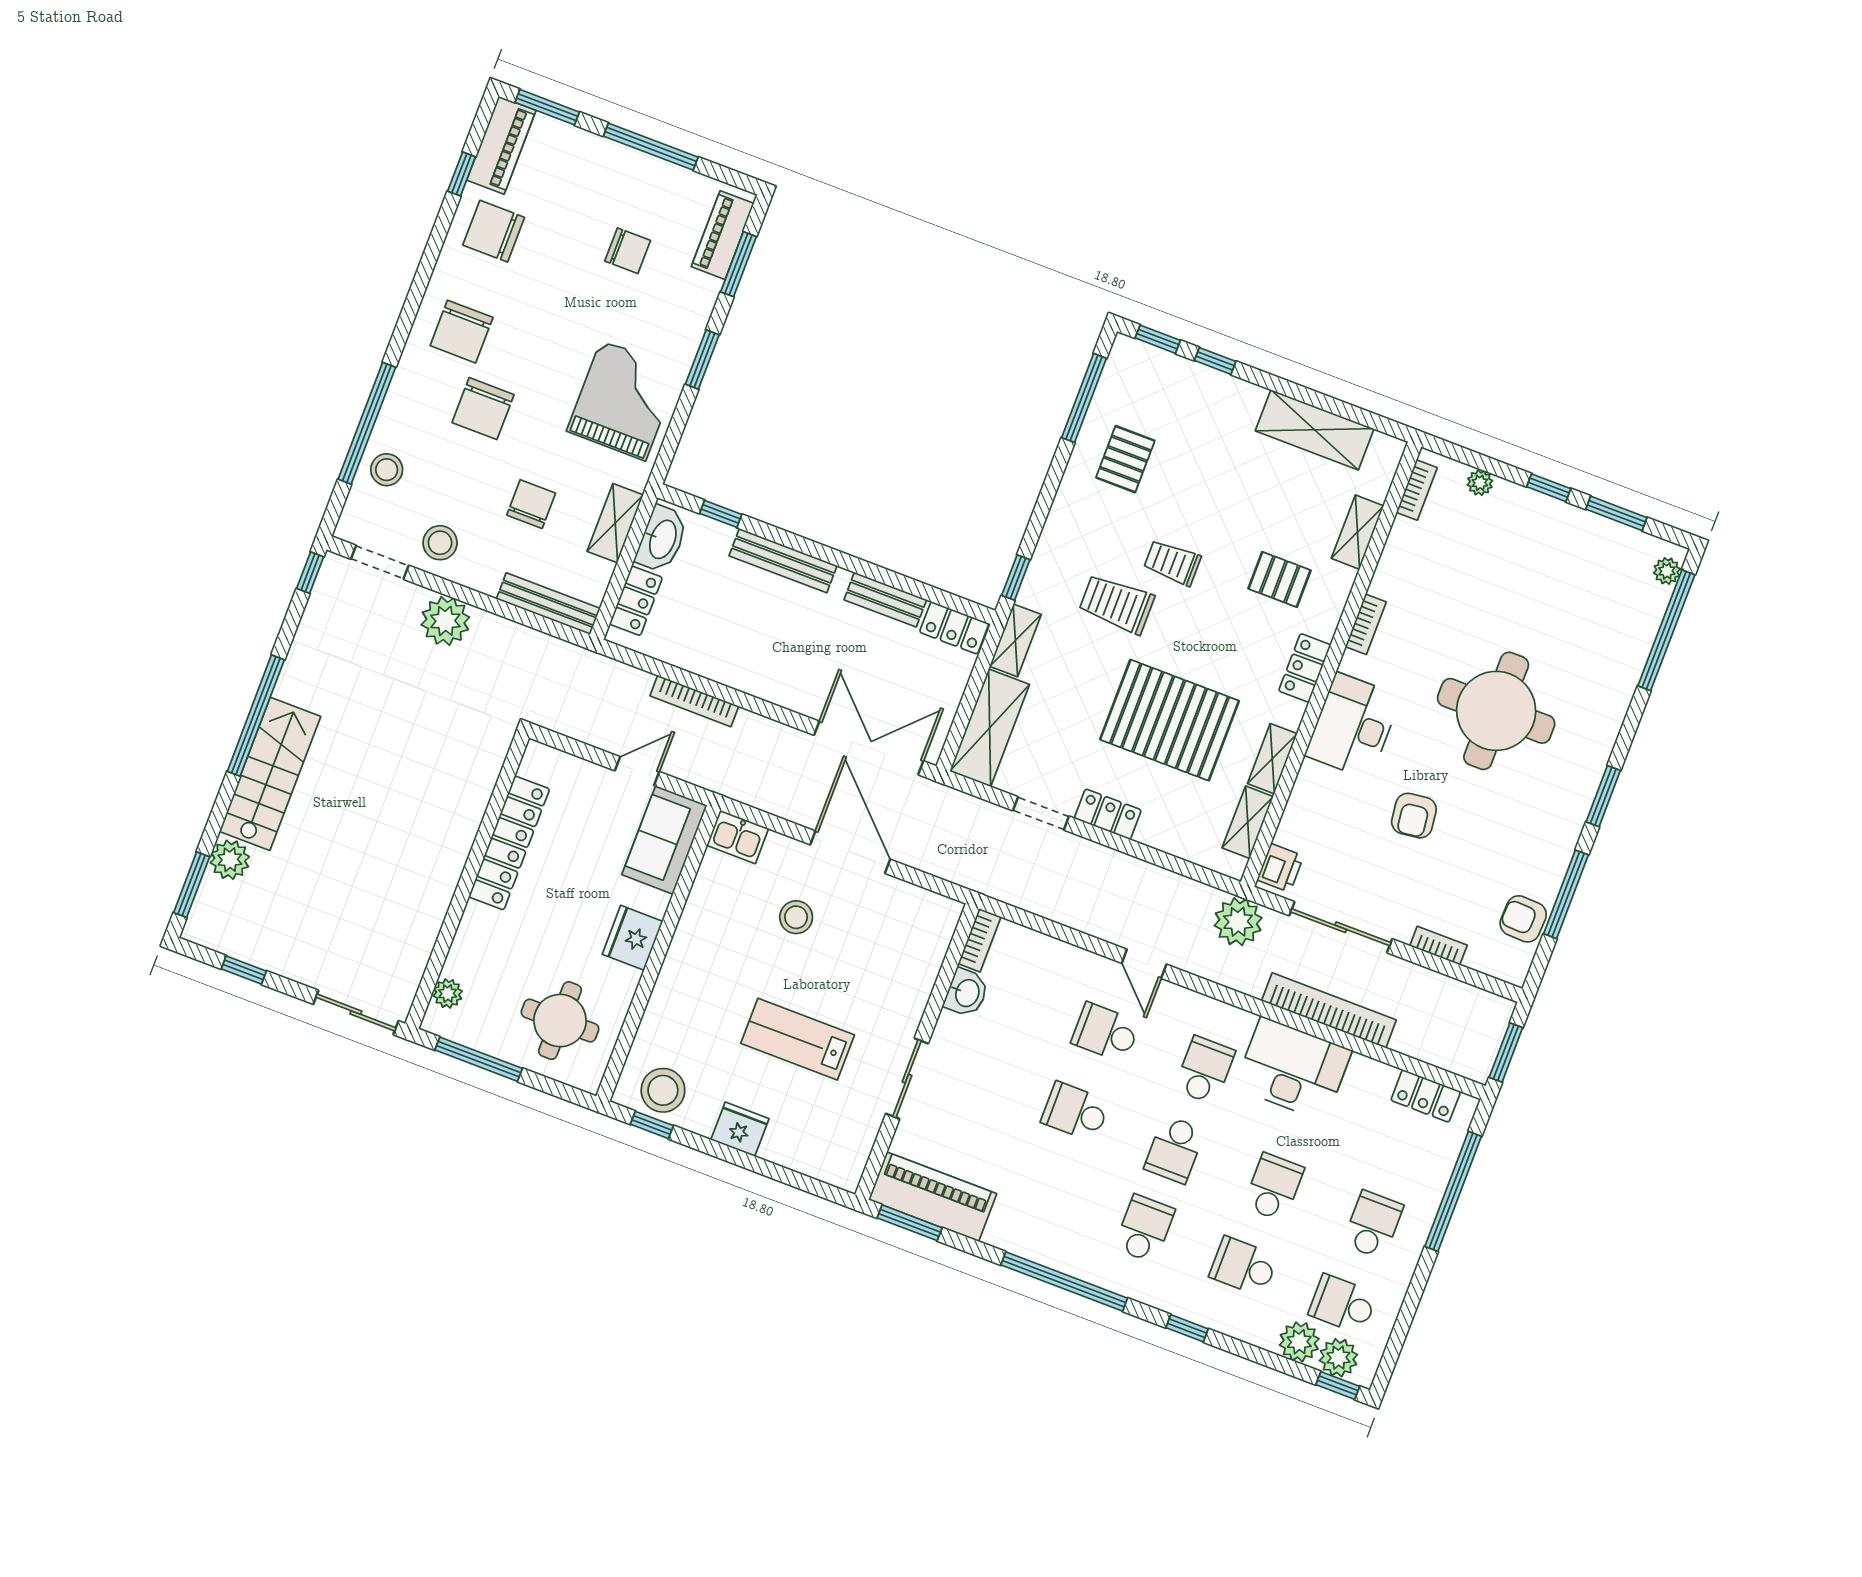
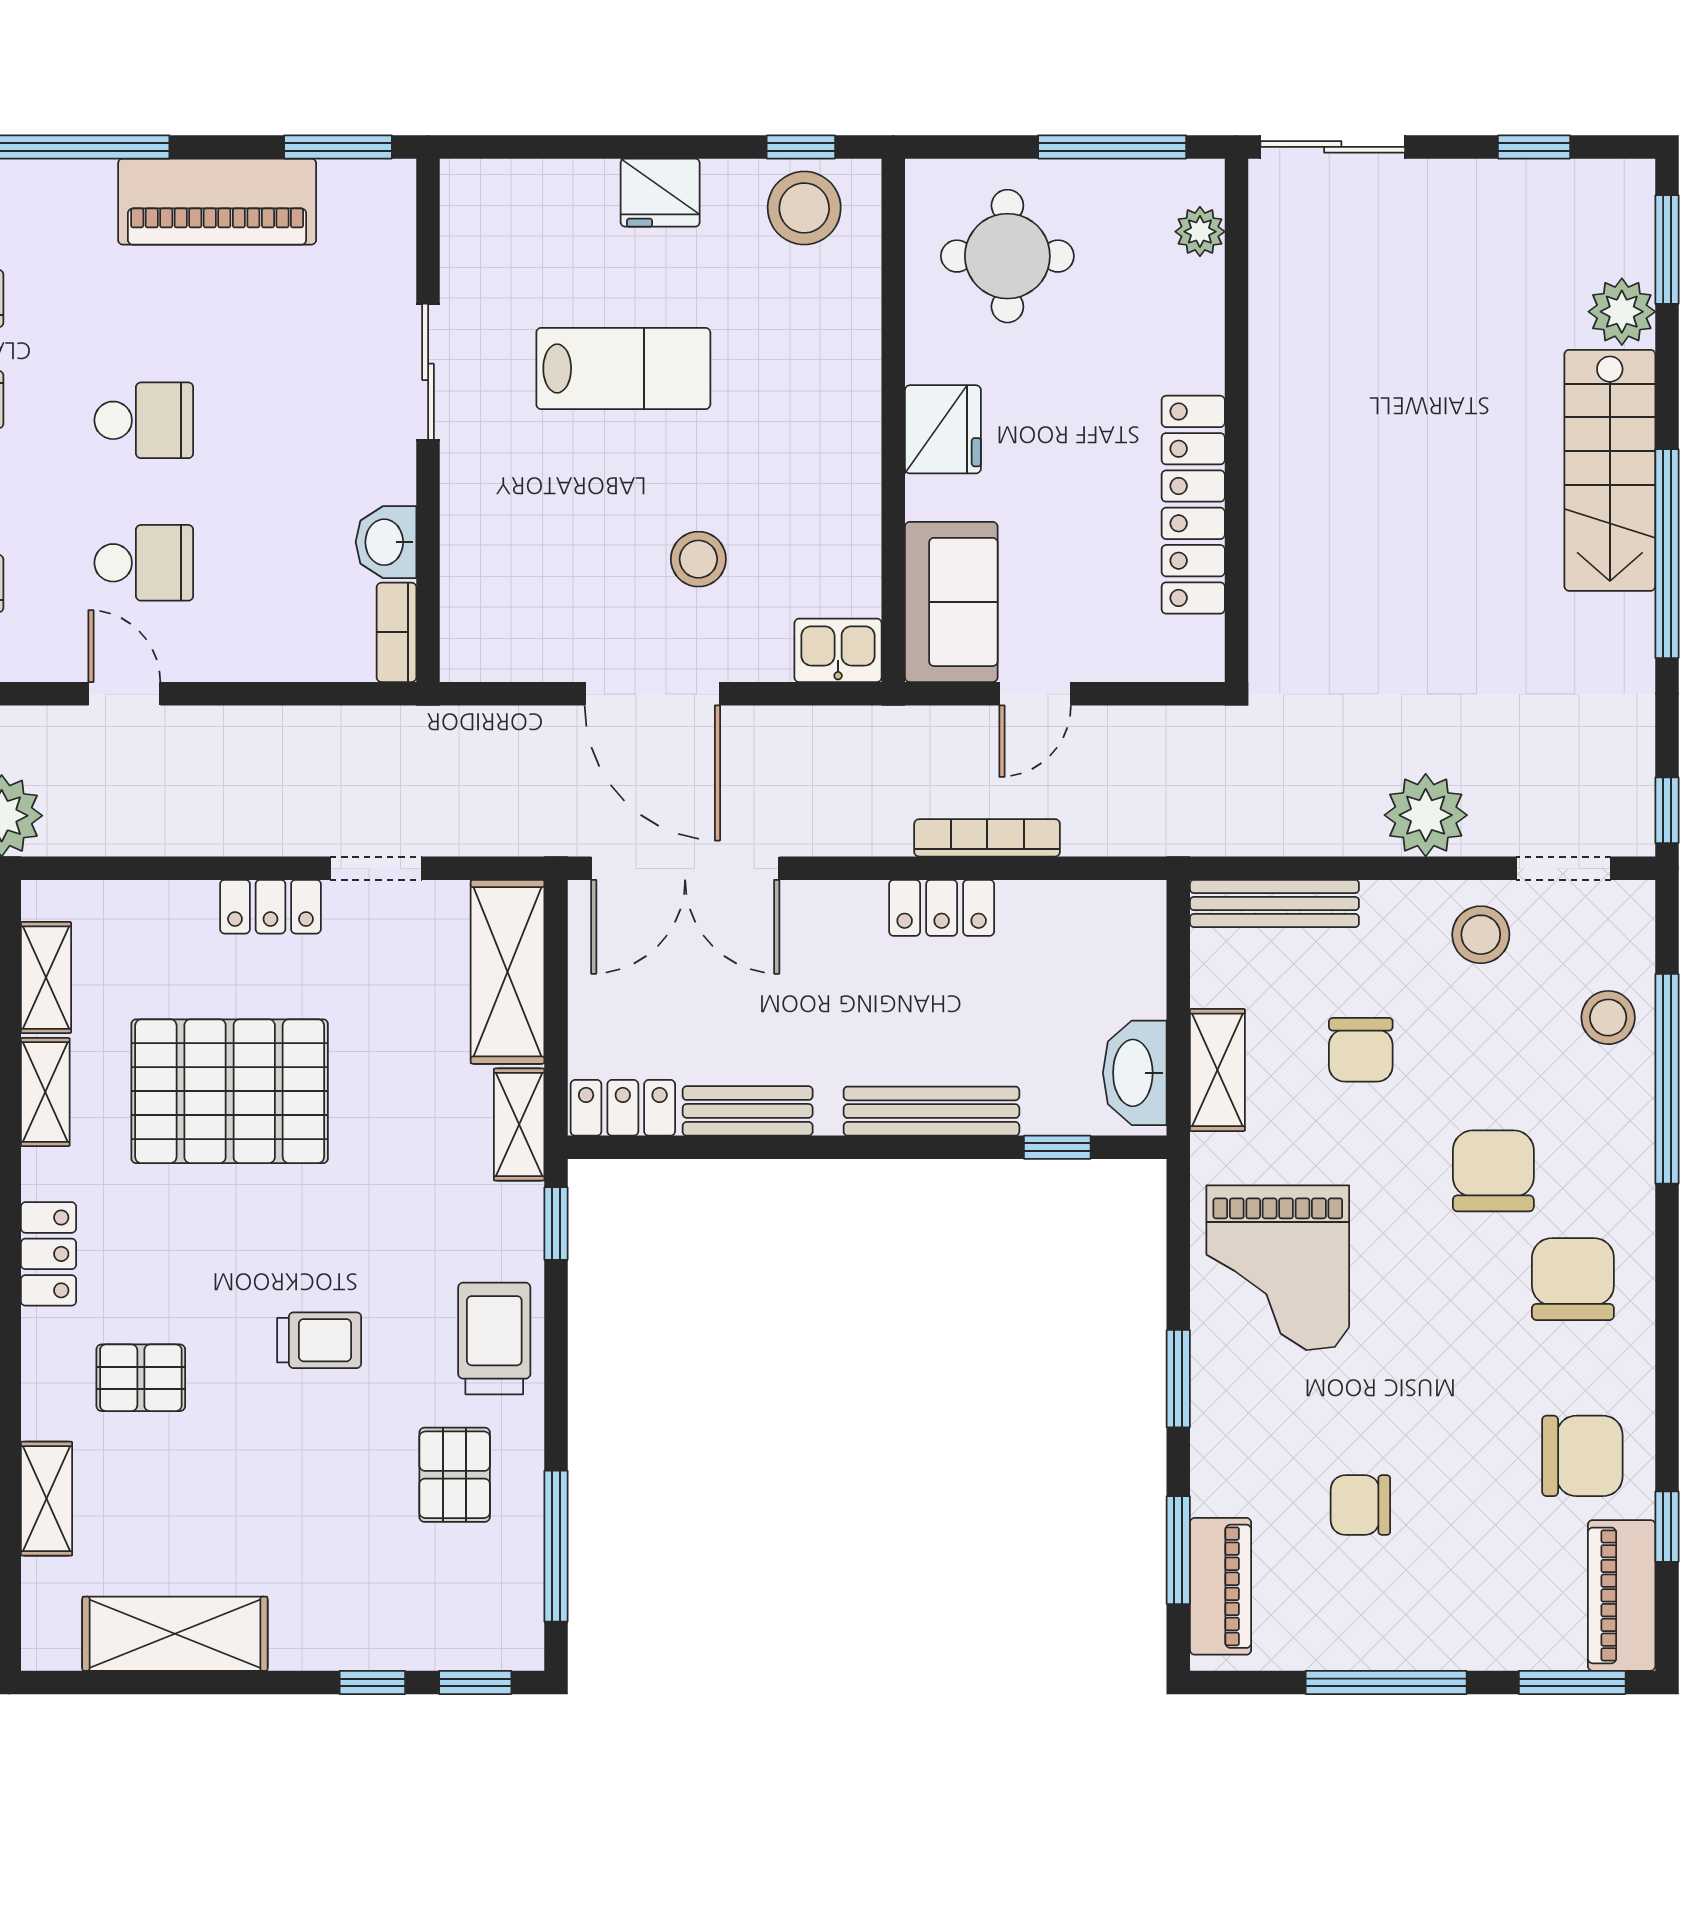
locker: (636, 601) -> (942, 908), moved, turned -90
trolley: (1117, 604) -> (494, 1338), moved, turned -90
piano: (933, 1197) -> (217, 202), moved

